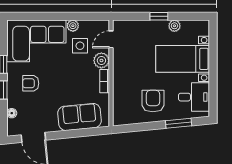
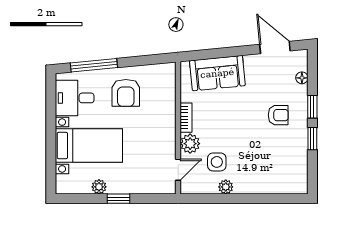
corner sofa: (36, 41) -> (271, 168), removed
window: (179, 123) -> (94, 65), width x1.44

